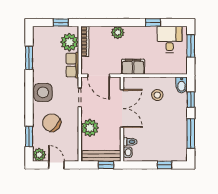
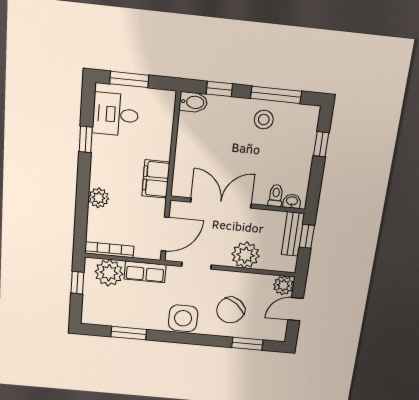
stool: (157, 95) -> (264, 120), moved
plant: (39, 155) -> (283, 285), moved
bench: (101, 156) -> (293, 234), width x0.73

